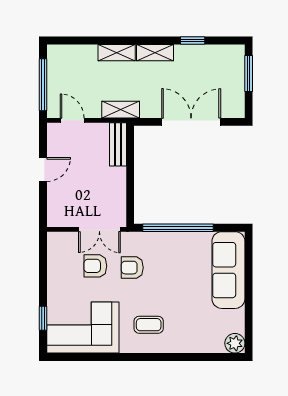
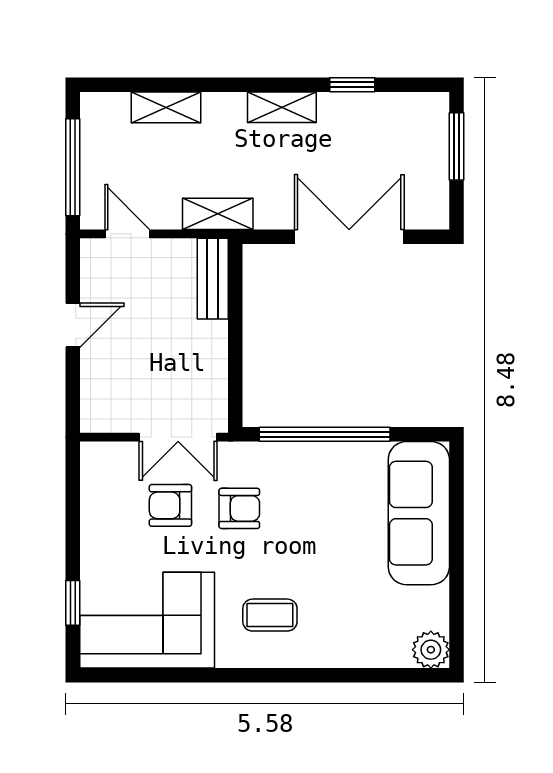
shelving: (117, 53) -> (166, 107), moved
armchair: (132, 268) -> (239, 508), turned 180

